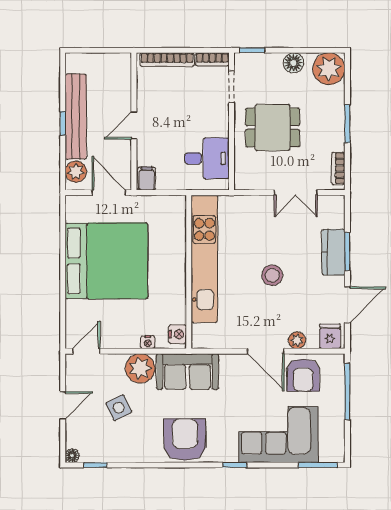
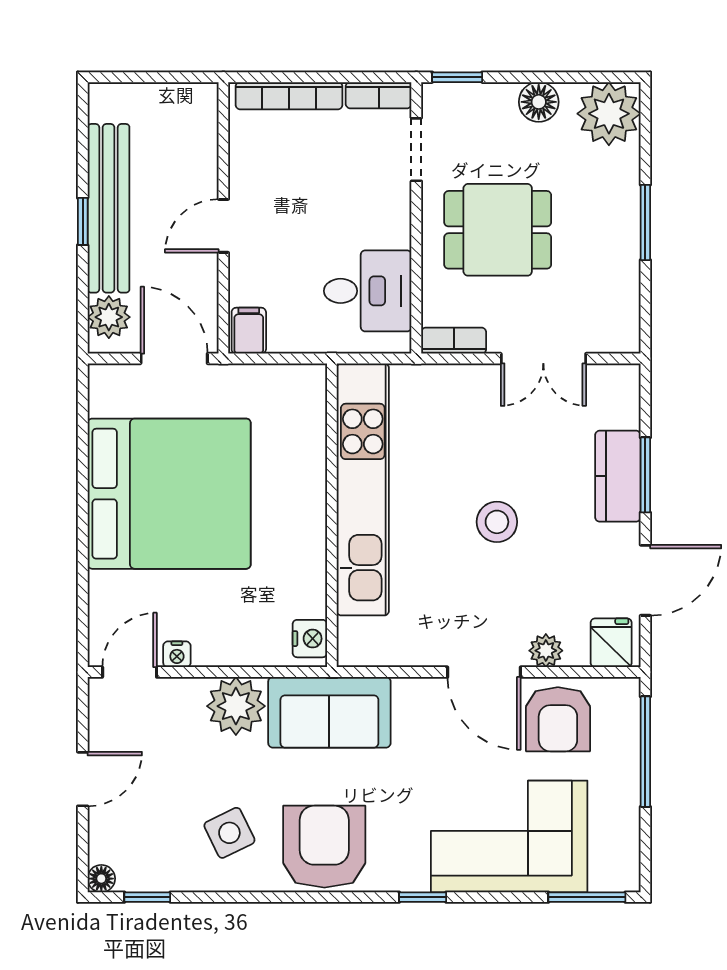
bookcase: (338, 168) -> (454, 341), moved, turned 90
nightstand: (148, 342) -> (177, 654), moved
side table: (119, 408) -> (229, 833), moved

